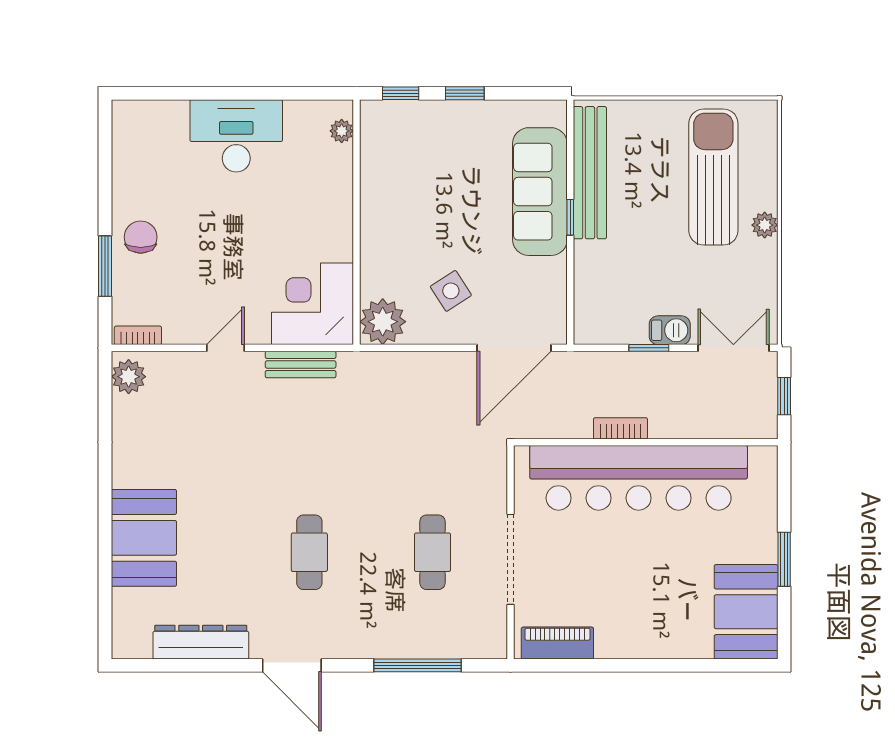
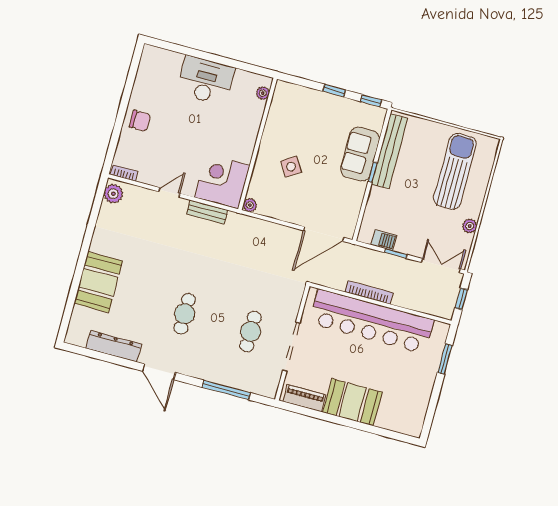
window: (401, 93) -> (371, 101), moved
sofa: (540, 192) -> (360, 154), width x0.73
plant: (765, 225) -> (470, 226), moved
chair: (141, 237) -> (140, 121), turned 90
window: (105, 266) -> (117, 131), removed
side table: (451, 291) -> (291, 167), moved
plant: (383, 322) -> (250, 205), width x0.53, depth x0.53
barbecue: (670, 330) -> (384, 240), moved
bookcase: (620, 428) -> (369, 292), width x1.56
window: (784, 559) -> (445, 359), moved
booth: (746, 612) -> (352, 402), moved, turned 90

